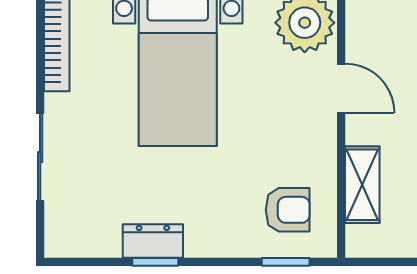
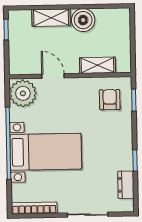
door: (341, 88) -> (53, 76), hinge flipped
dresser: (153, 241) -> (126, 185), moved

